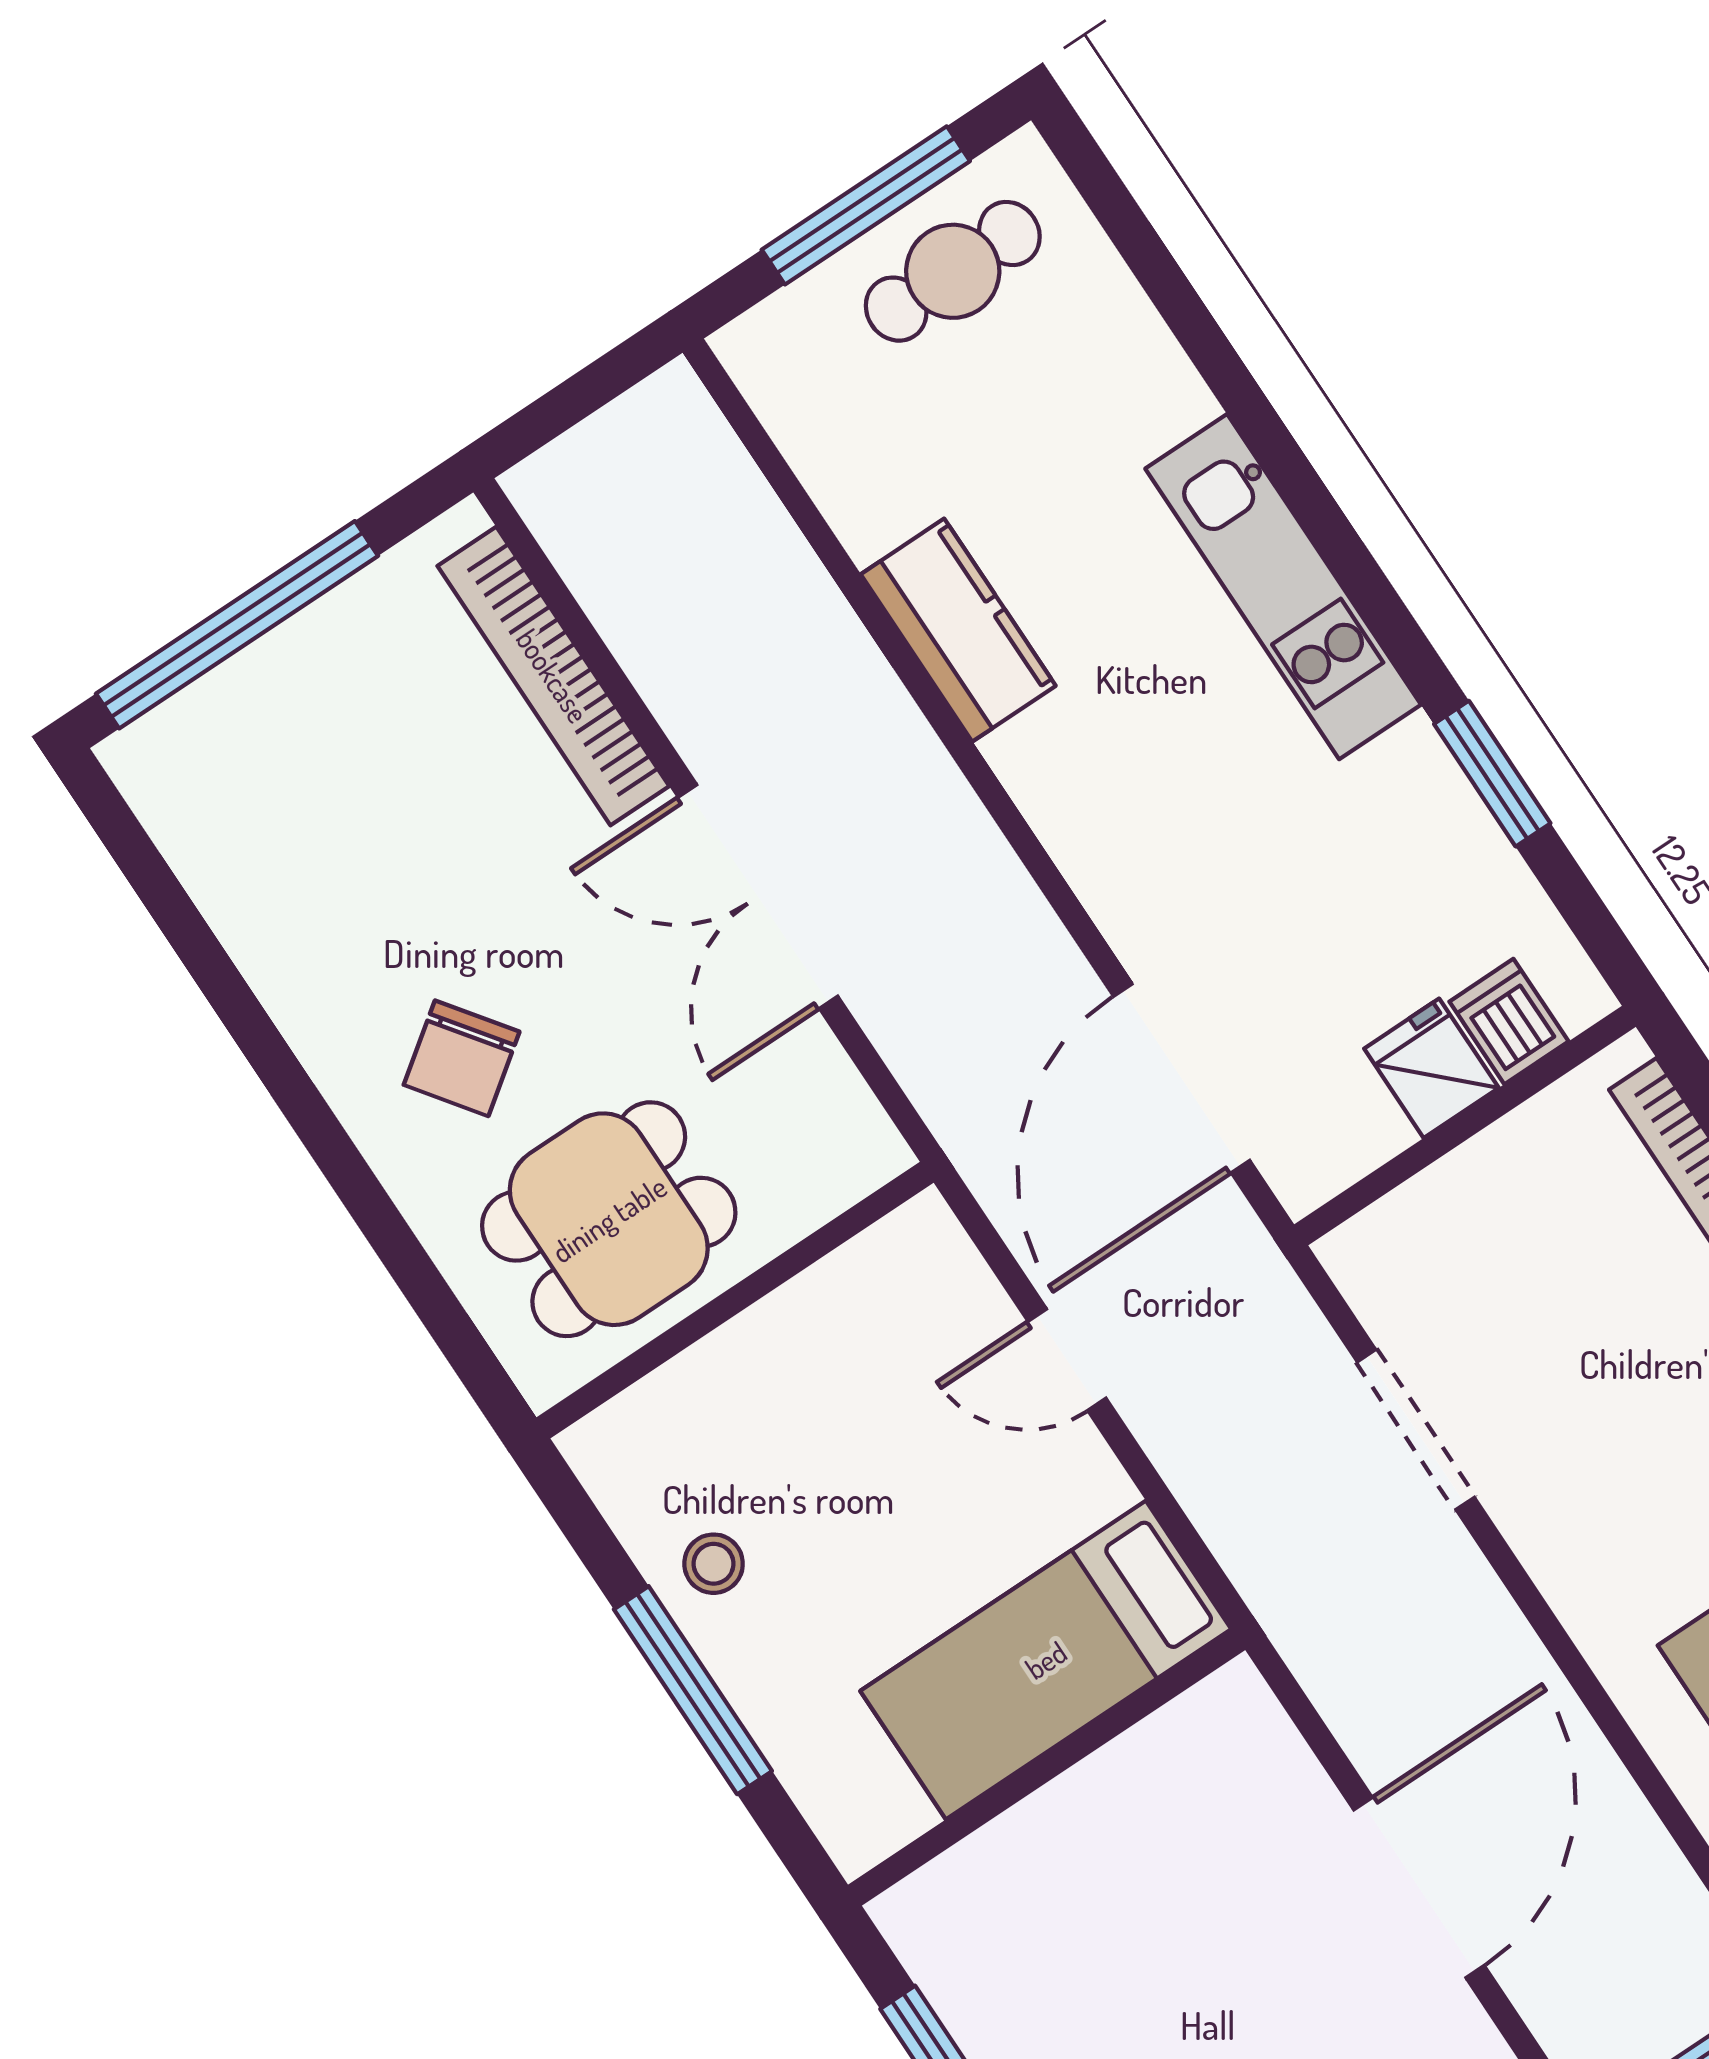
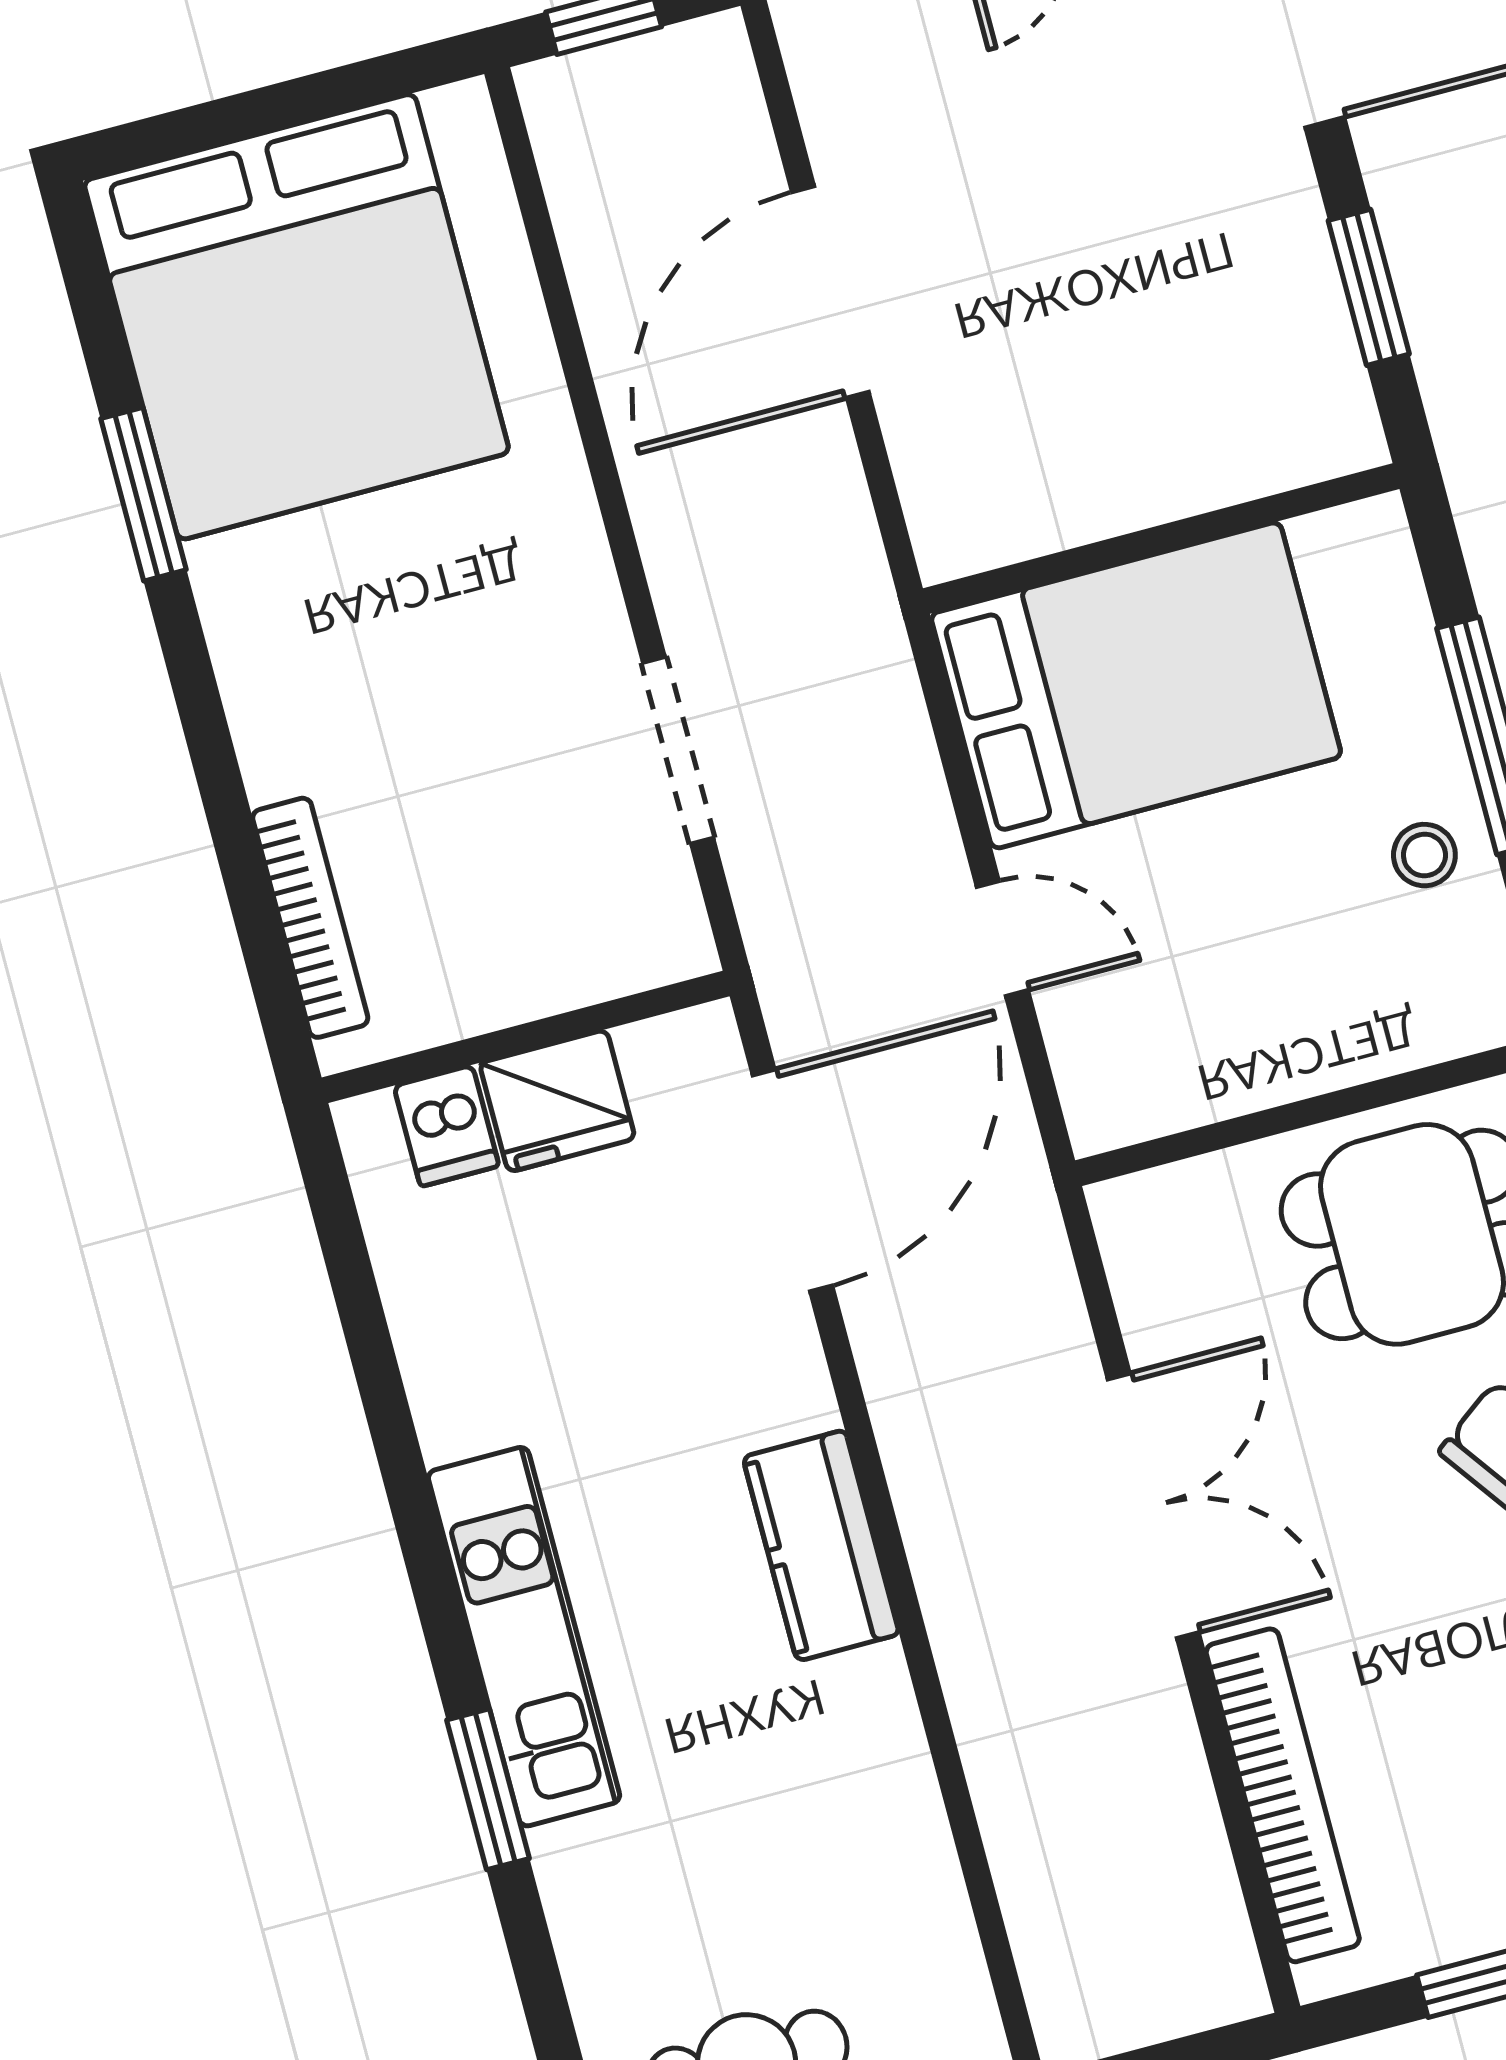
kitchen counter: (958, 630) -> (821, 1546), moved
window: (1492, 774) -> (488, 1789), moved
fridge: (1431, 1068) -> (557, 1101), width x1.38
bed: (1046, 1660) -> (1136, 685), width x1.50

